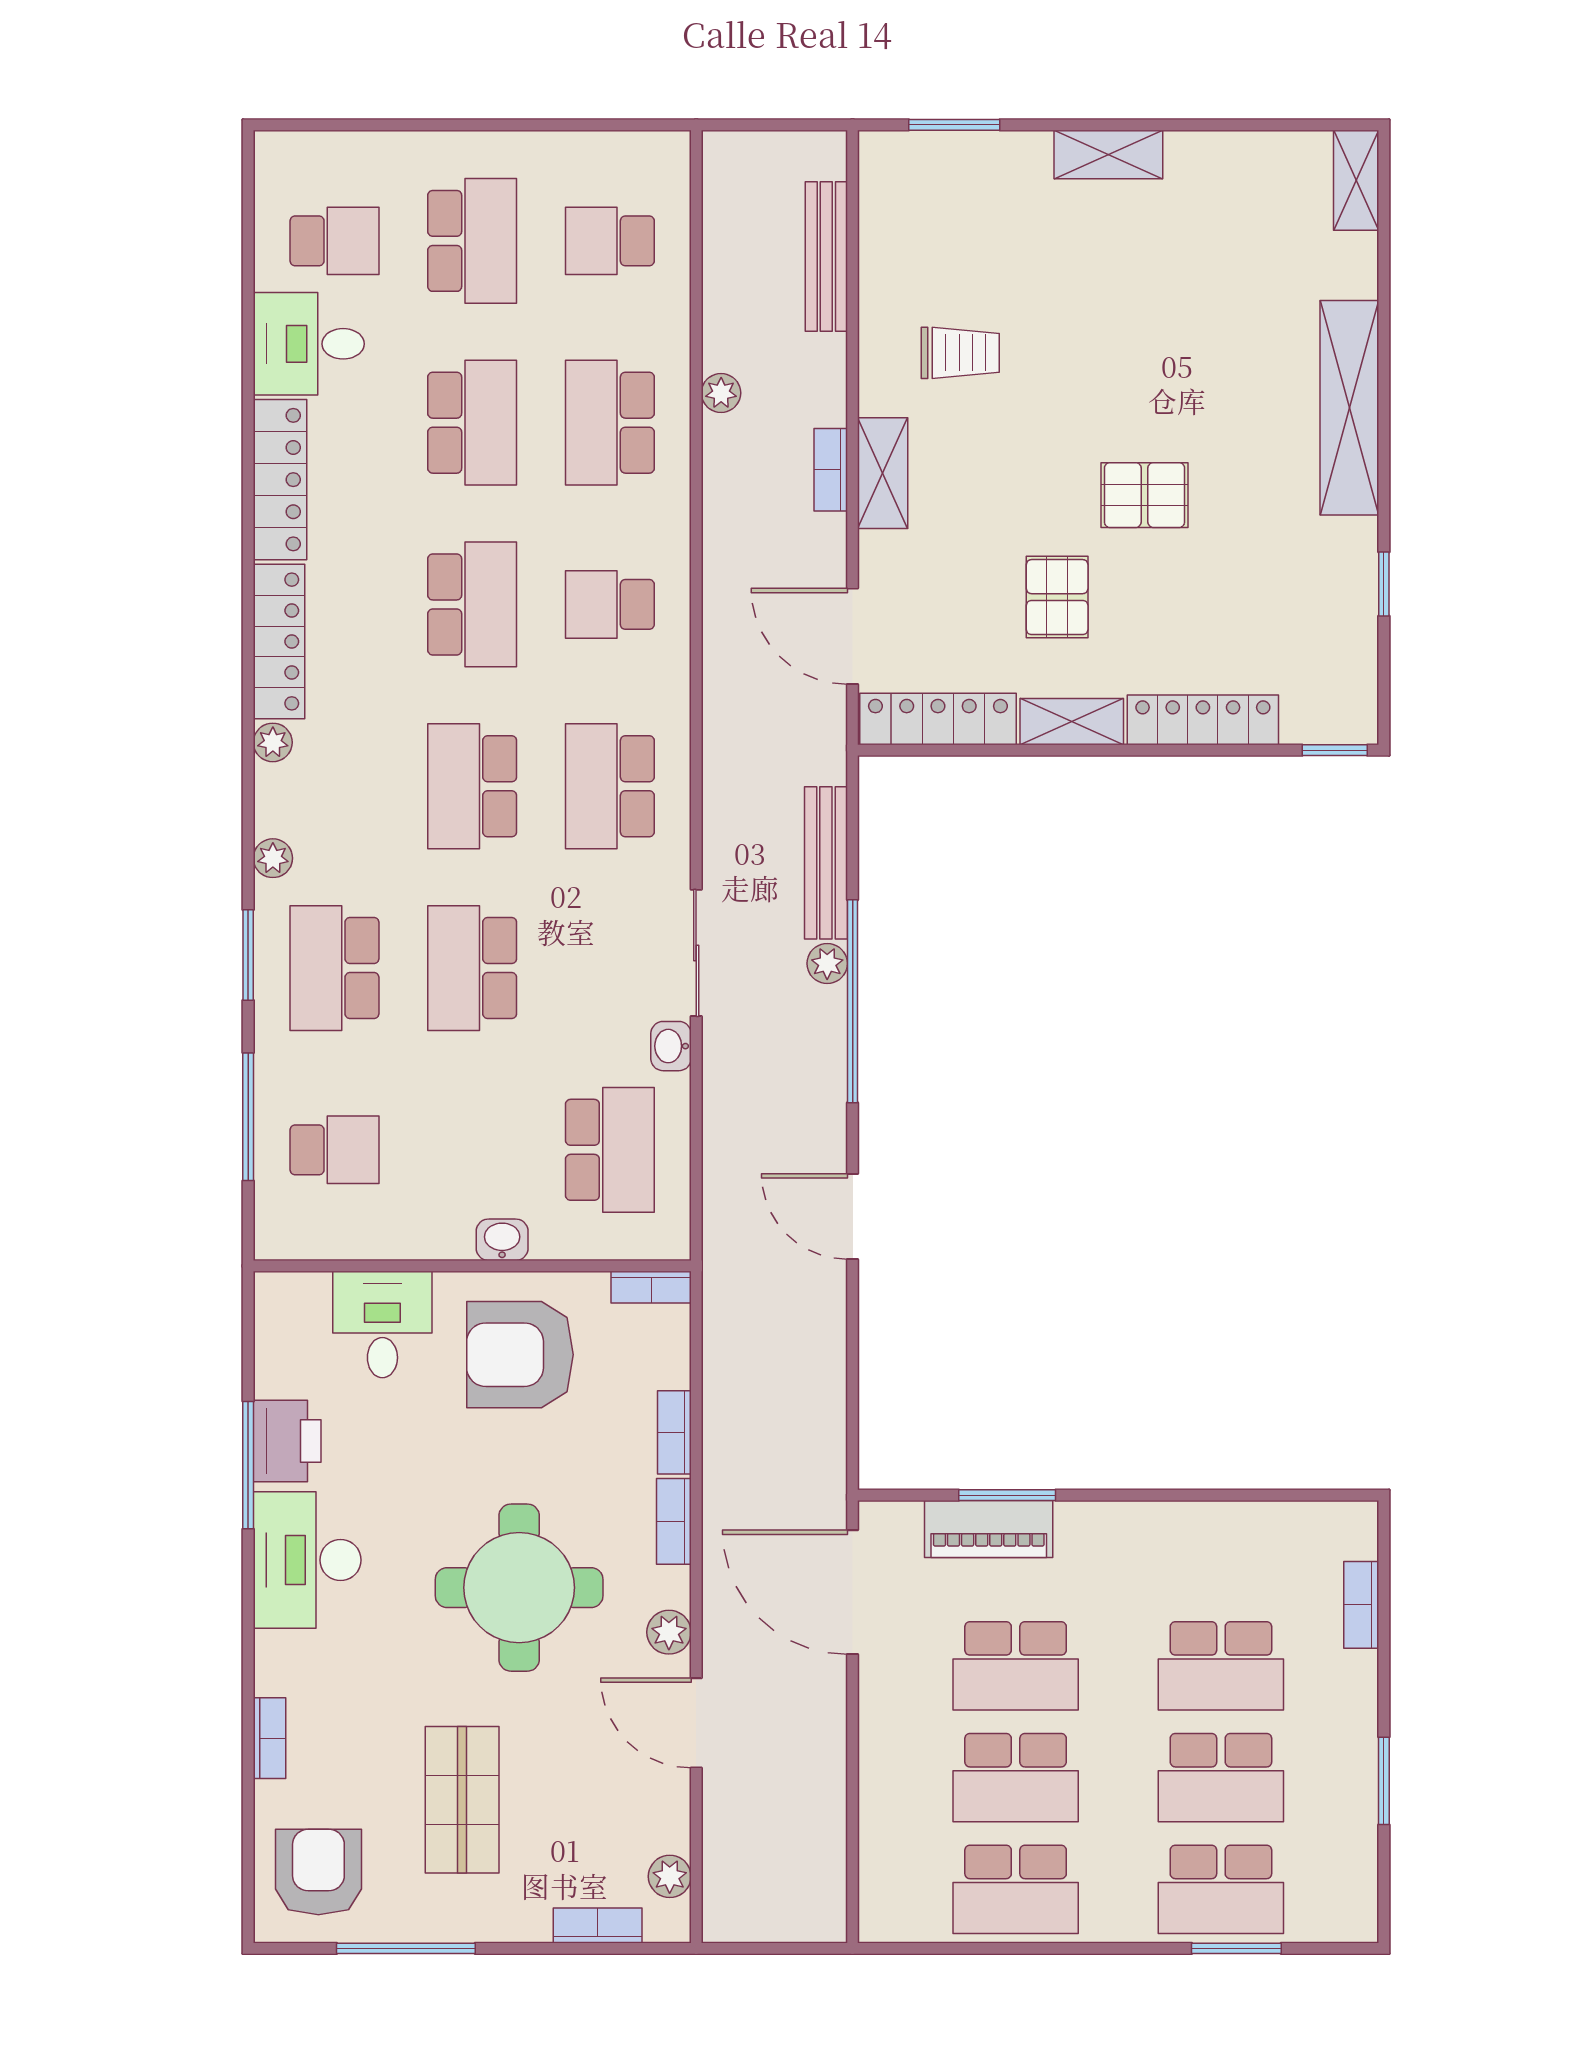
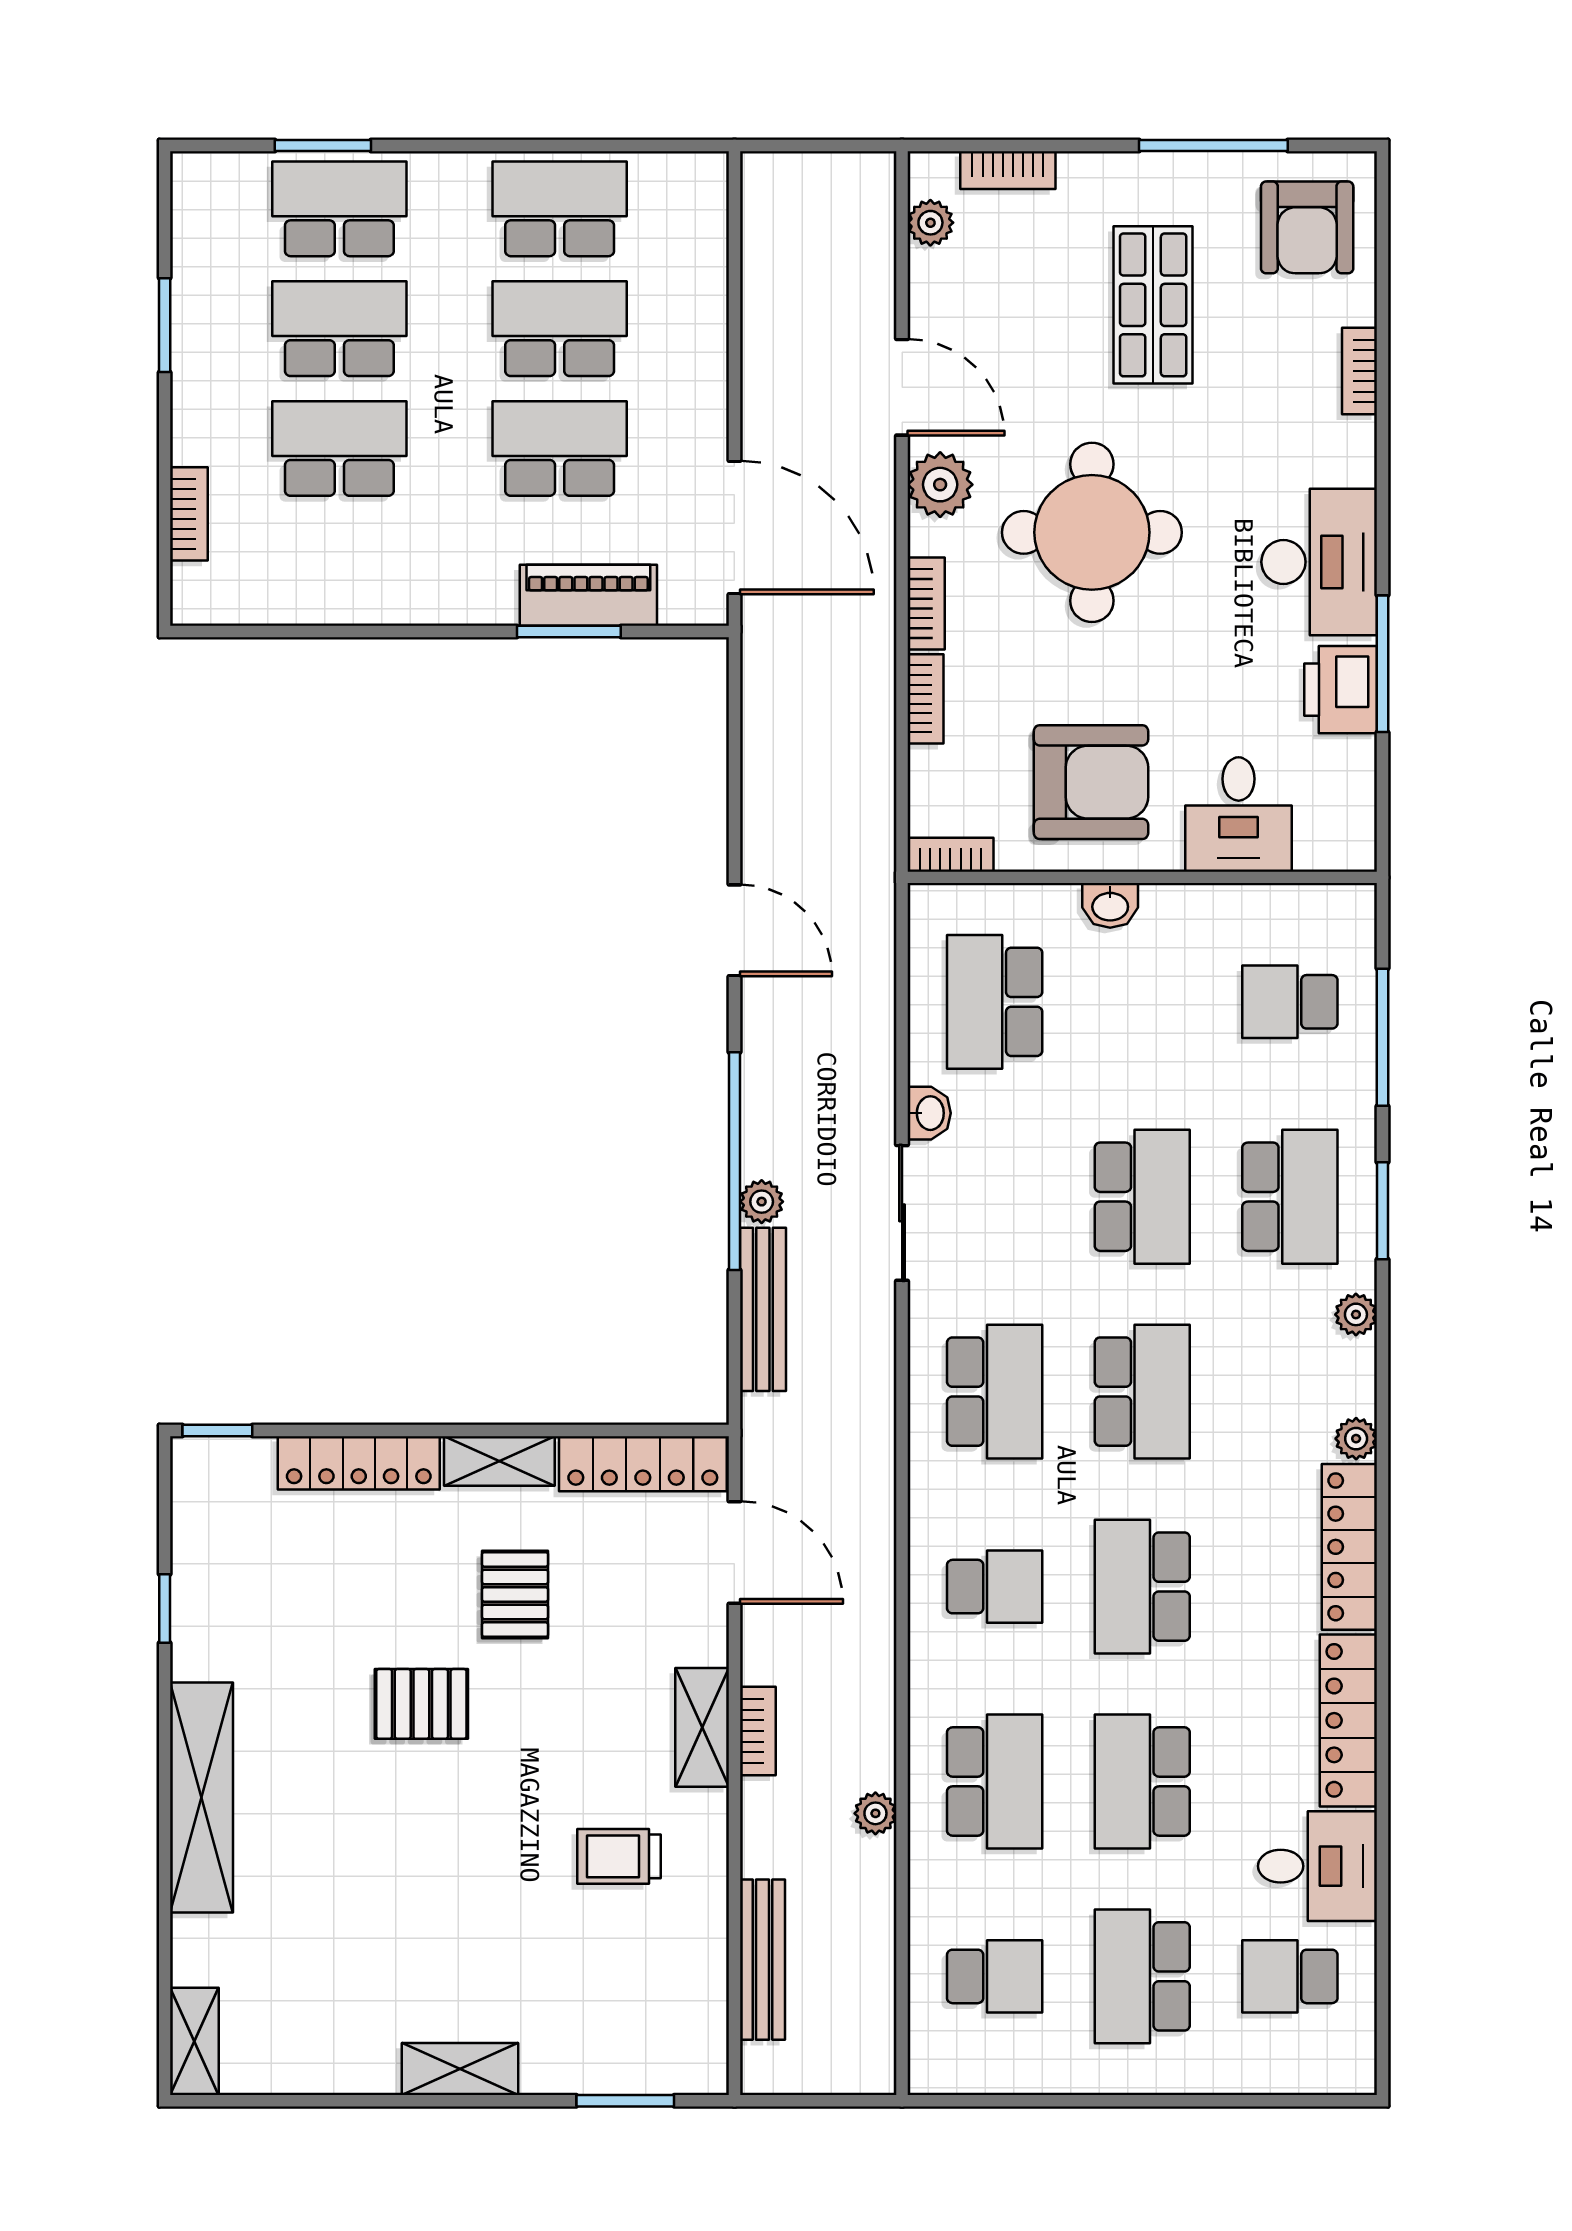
plant: (669, 1632) -> (940, 485), width x1.38, depth x1.38

